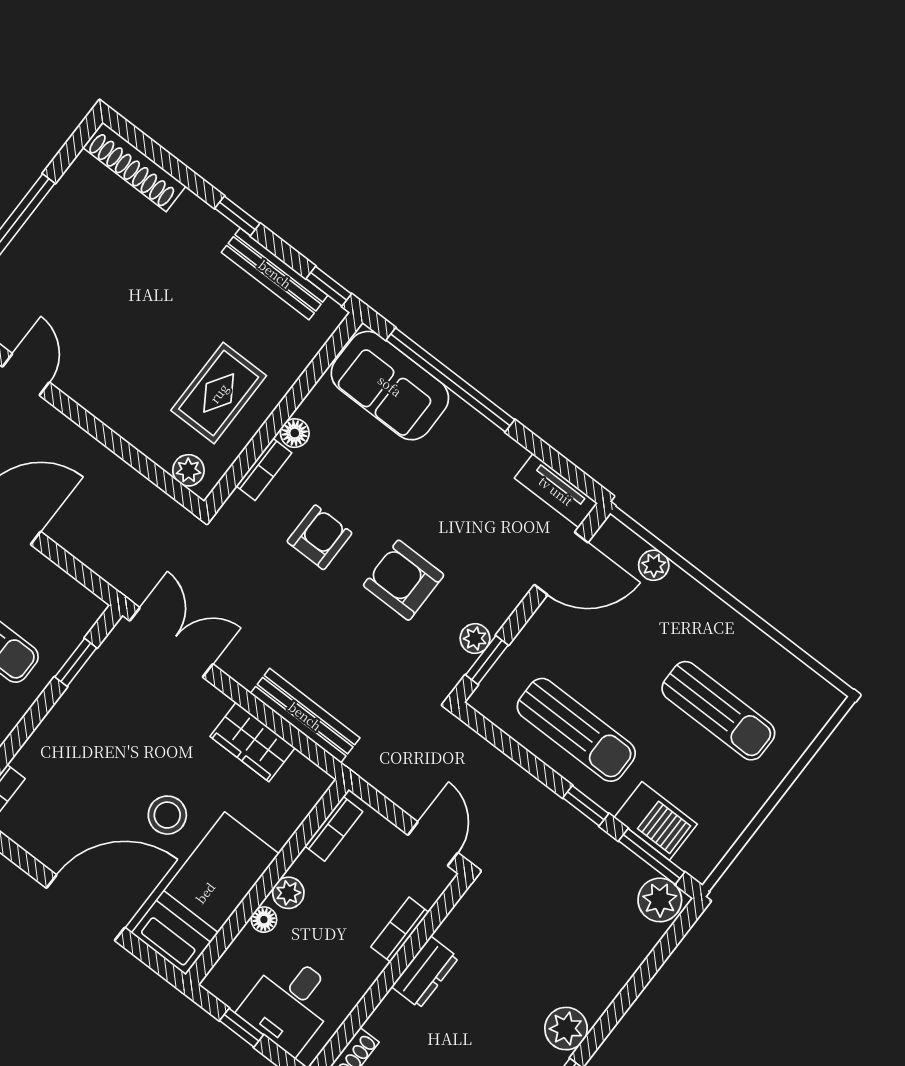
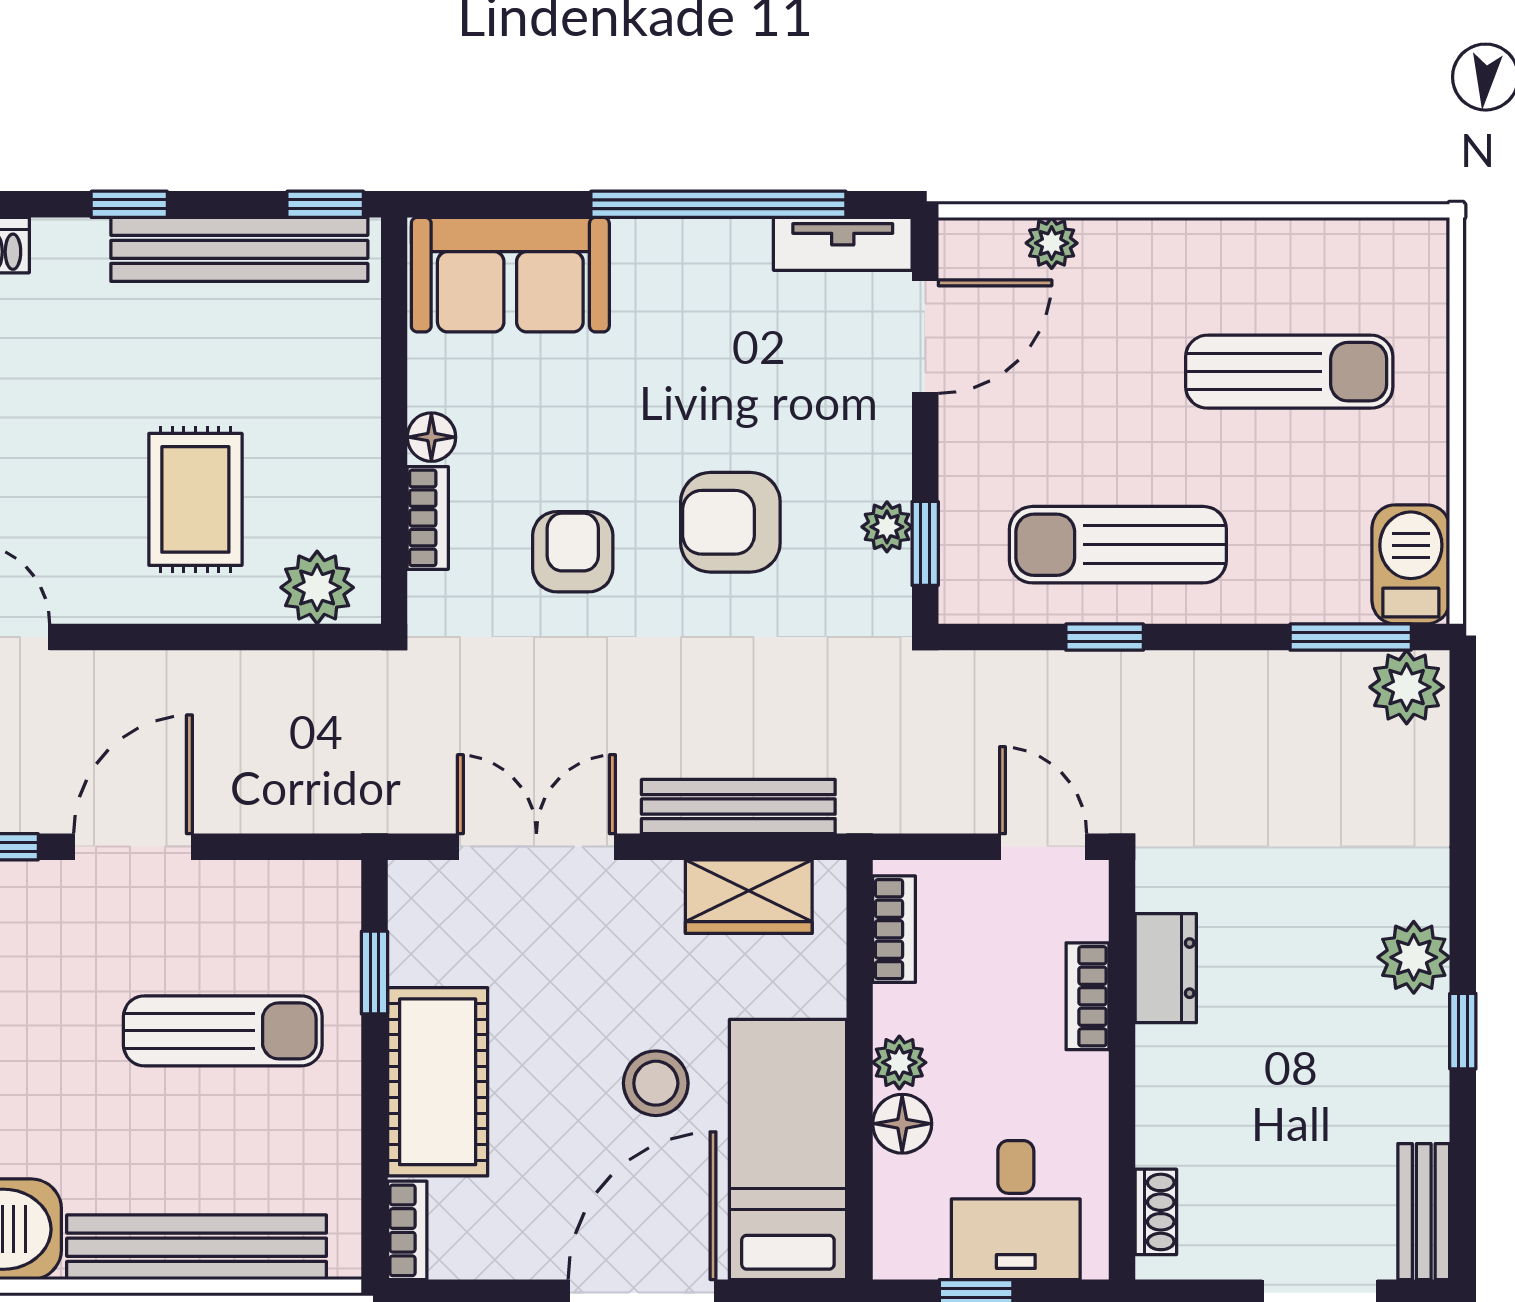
bench: (275, 274) -> (239, 249), width x1.37, depth x1.21
window: (450, 380) -> (718, 204), moved
rug: (219, 393) -> (195, 499), moved
plant: (188, 470) -> (317, 587), width x1.38, depth x1.38
double door: (171, 642) -> (536, 847), moved
sun lounger: (576, 730) -> (1118, 545), turned 180
cot: (66, 736) -> (438, 1082), added
wardrobe: (253, 742) -> (749, 897), moved
window: (586, 806) -> (1105, 637), moved
barbecue: (656, 821) -> (1411, 564), moved, turned -90
floor lamp: (264, 920) -> (902, 1124), width x1.37, depth x1.37
dresser: (425, 972) -> (1166, 968), moved

